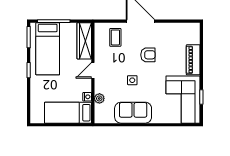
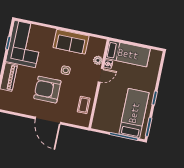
coffee table: (115, 37) -> (84, 105), moved
wardrobe: (84, 41) -> (100, 114), removed
armchair: (148, 55) -> (47, 90), width x1.88, depth x1.88
door: (93, 70) -> (101, 75), moved

